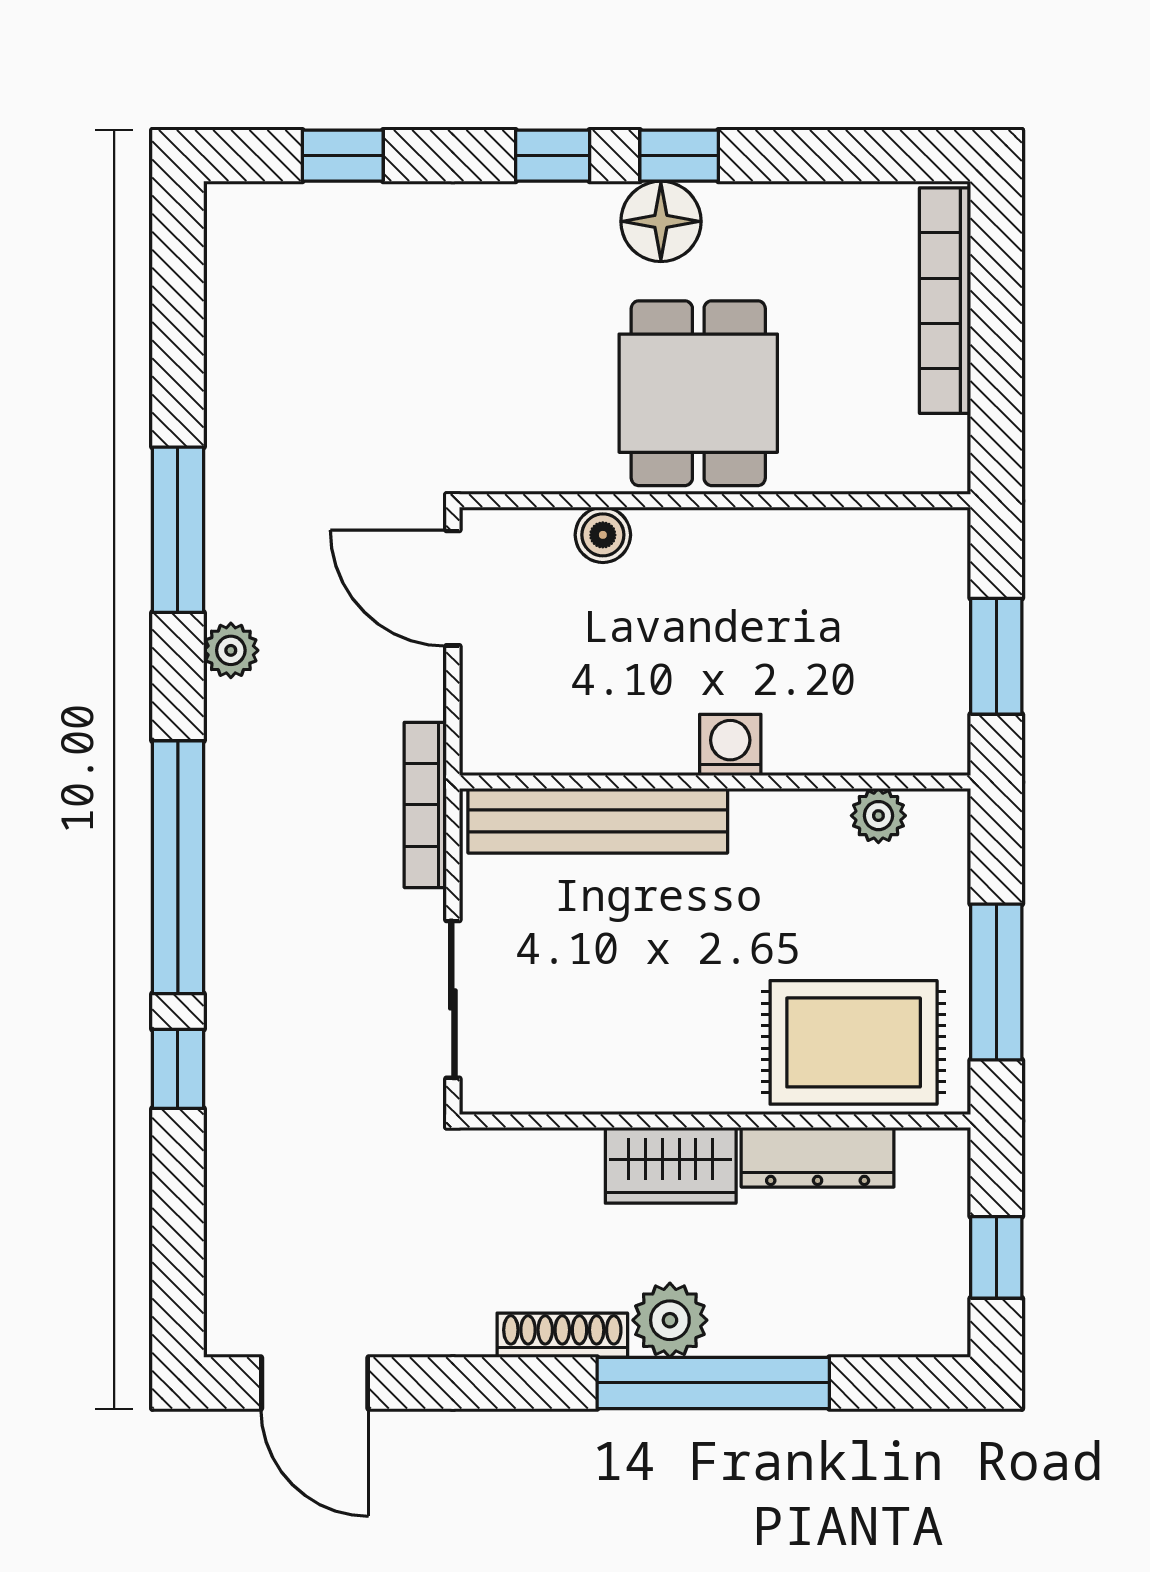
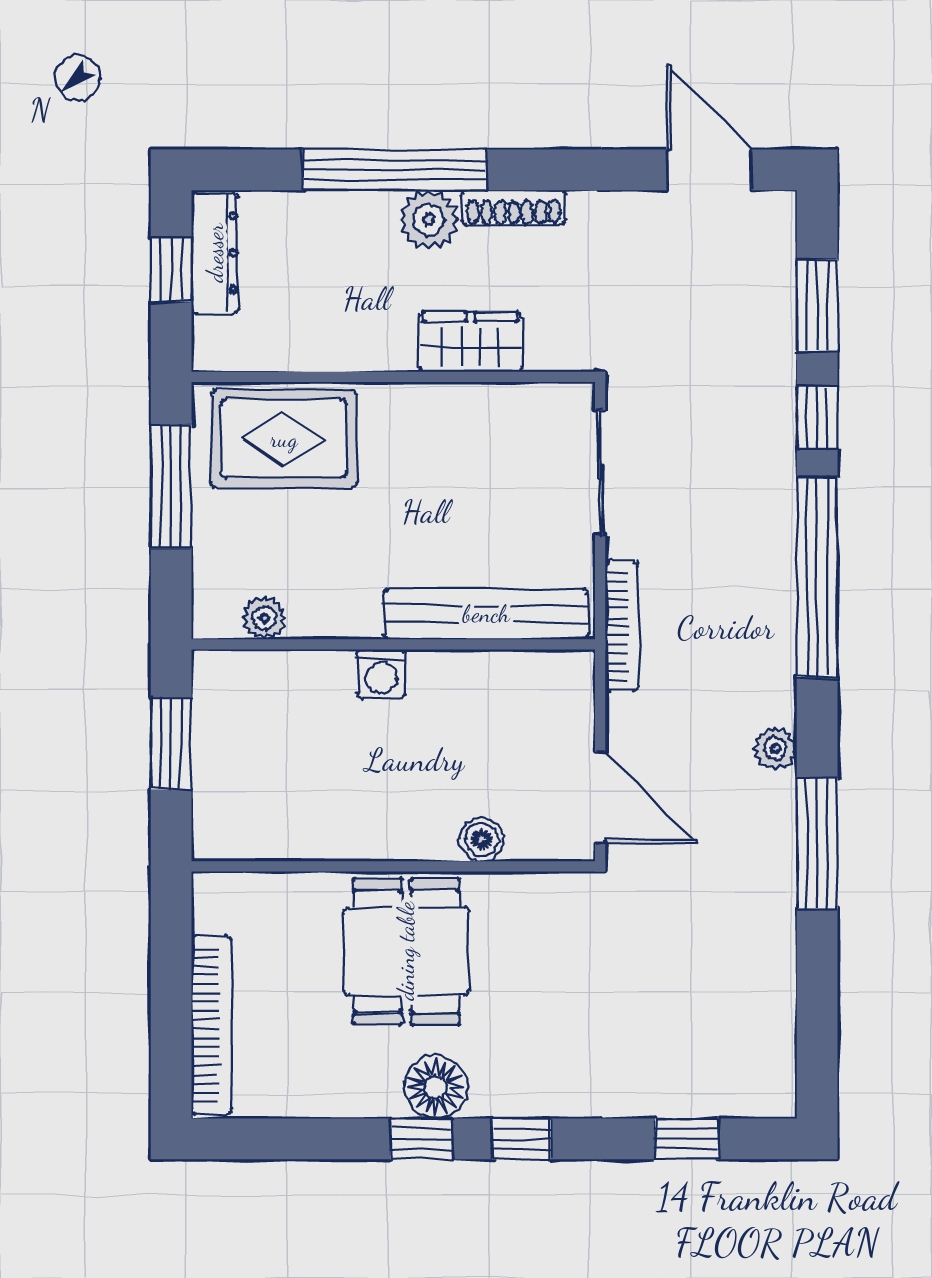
dresser: (818, 1157) -> (215, 253), moved, turned 90
wardrobe: (671, 1165) -> (471, 342), moved
window: (178, 1211) -> (817, 305), added

